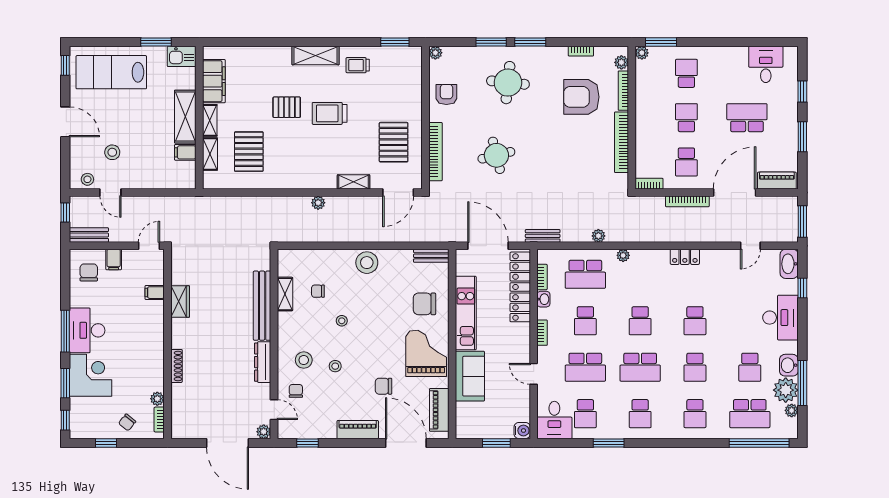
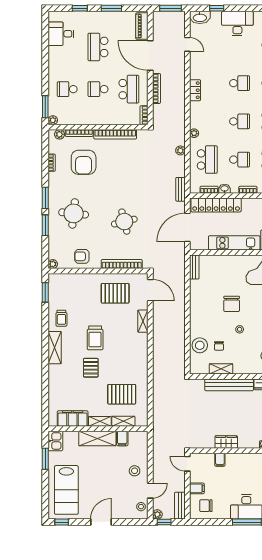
stool: (112, 152) -> (135, 471), moved
school desk: (686, 162) -> (129, 89), width x1.85
plant: (318, 203) -> (157, 514), moved
stool: (367, 263) -> (200, 345), moved
chair: (424, 304) -> (232, 304), moved

